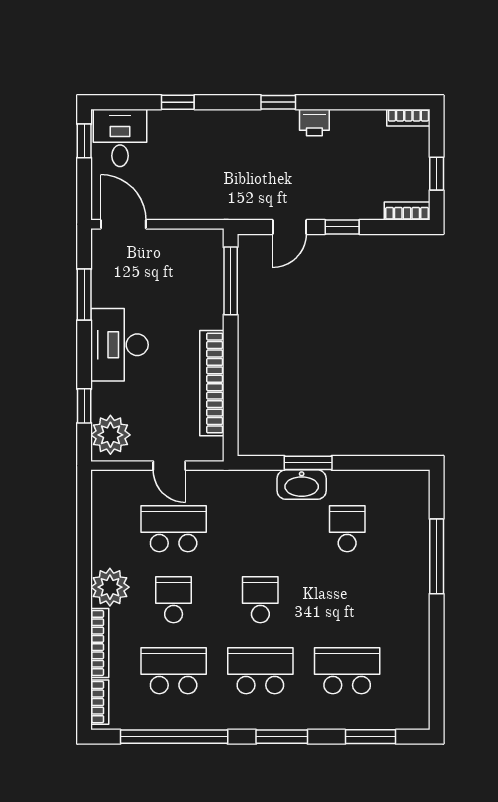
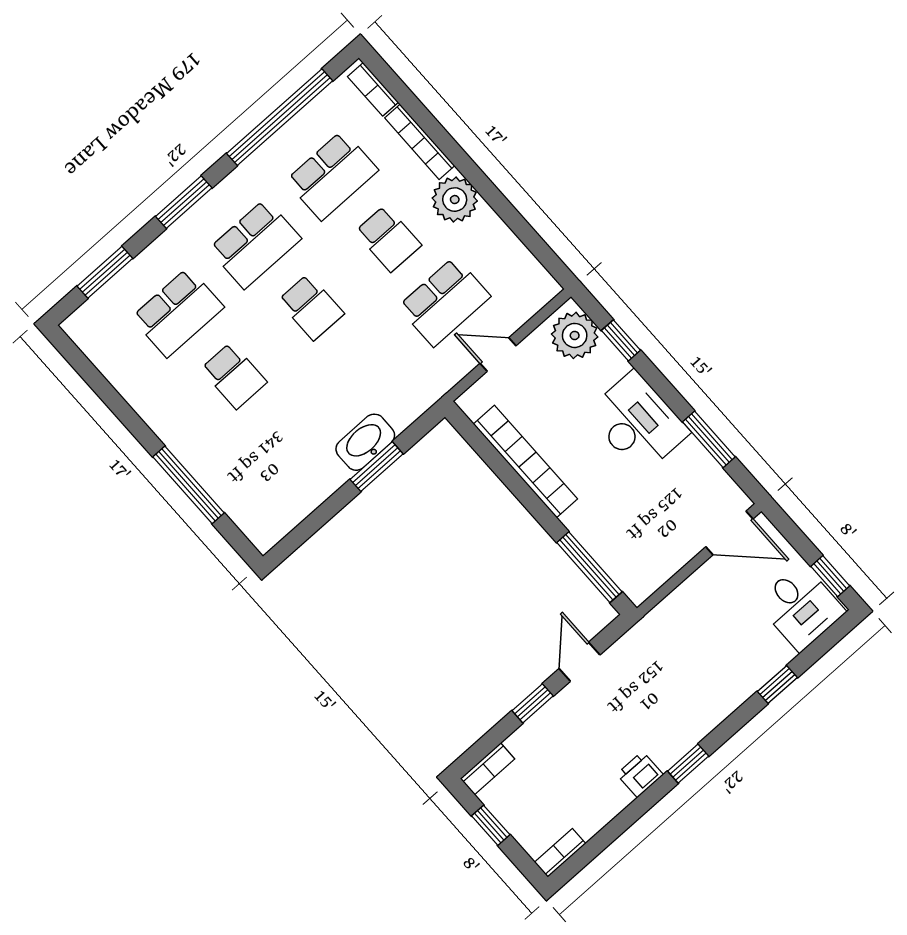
school desk: (347, 529) -> (234, 376), moved

